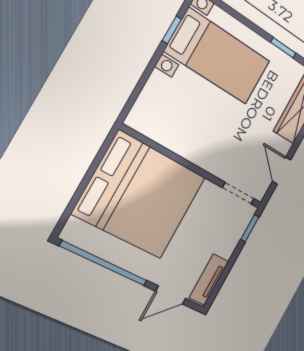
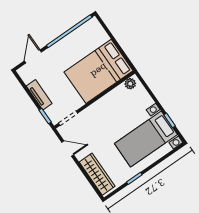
plant: (142, 123) -> (130, 84), added
bed: (140, 195) -> (99, 71), width x0.73
tv unit: (209, 280) -> (39, 95), moved

